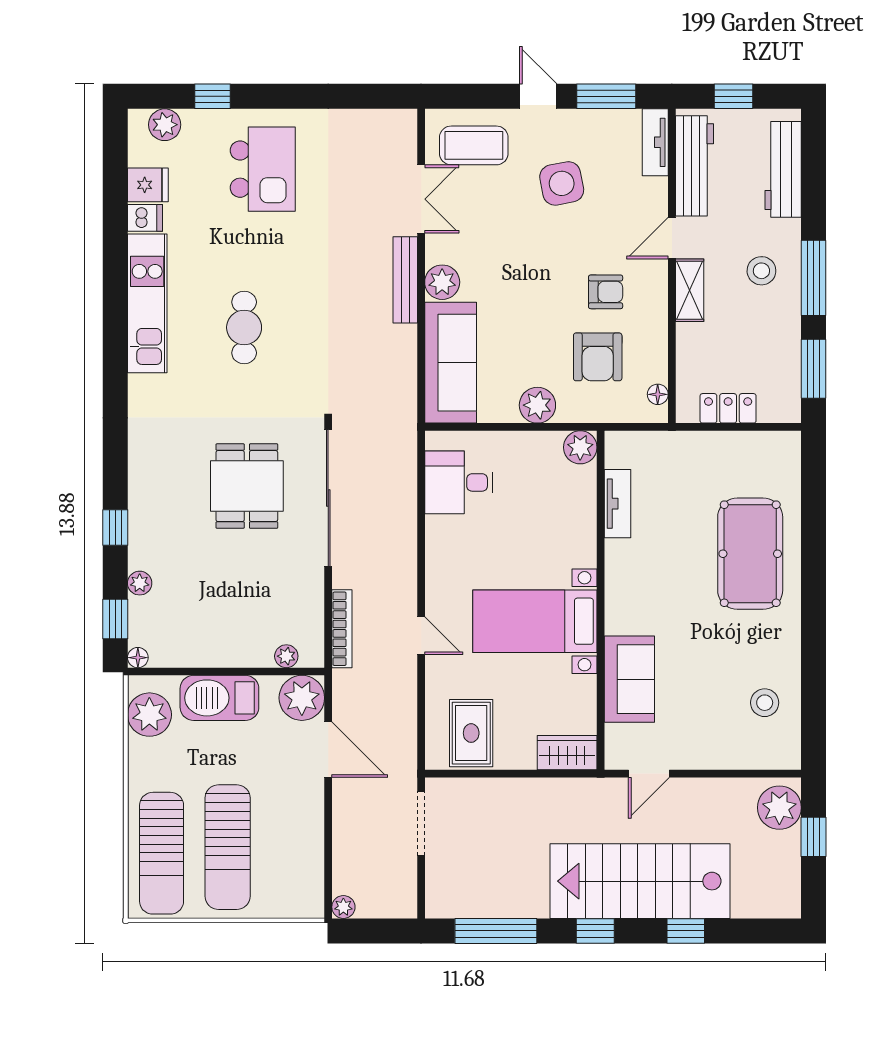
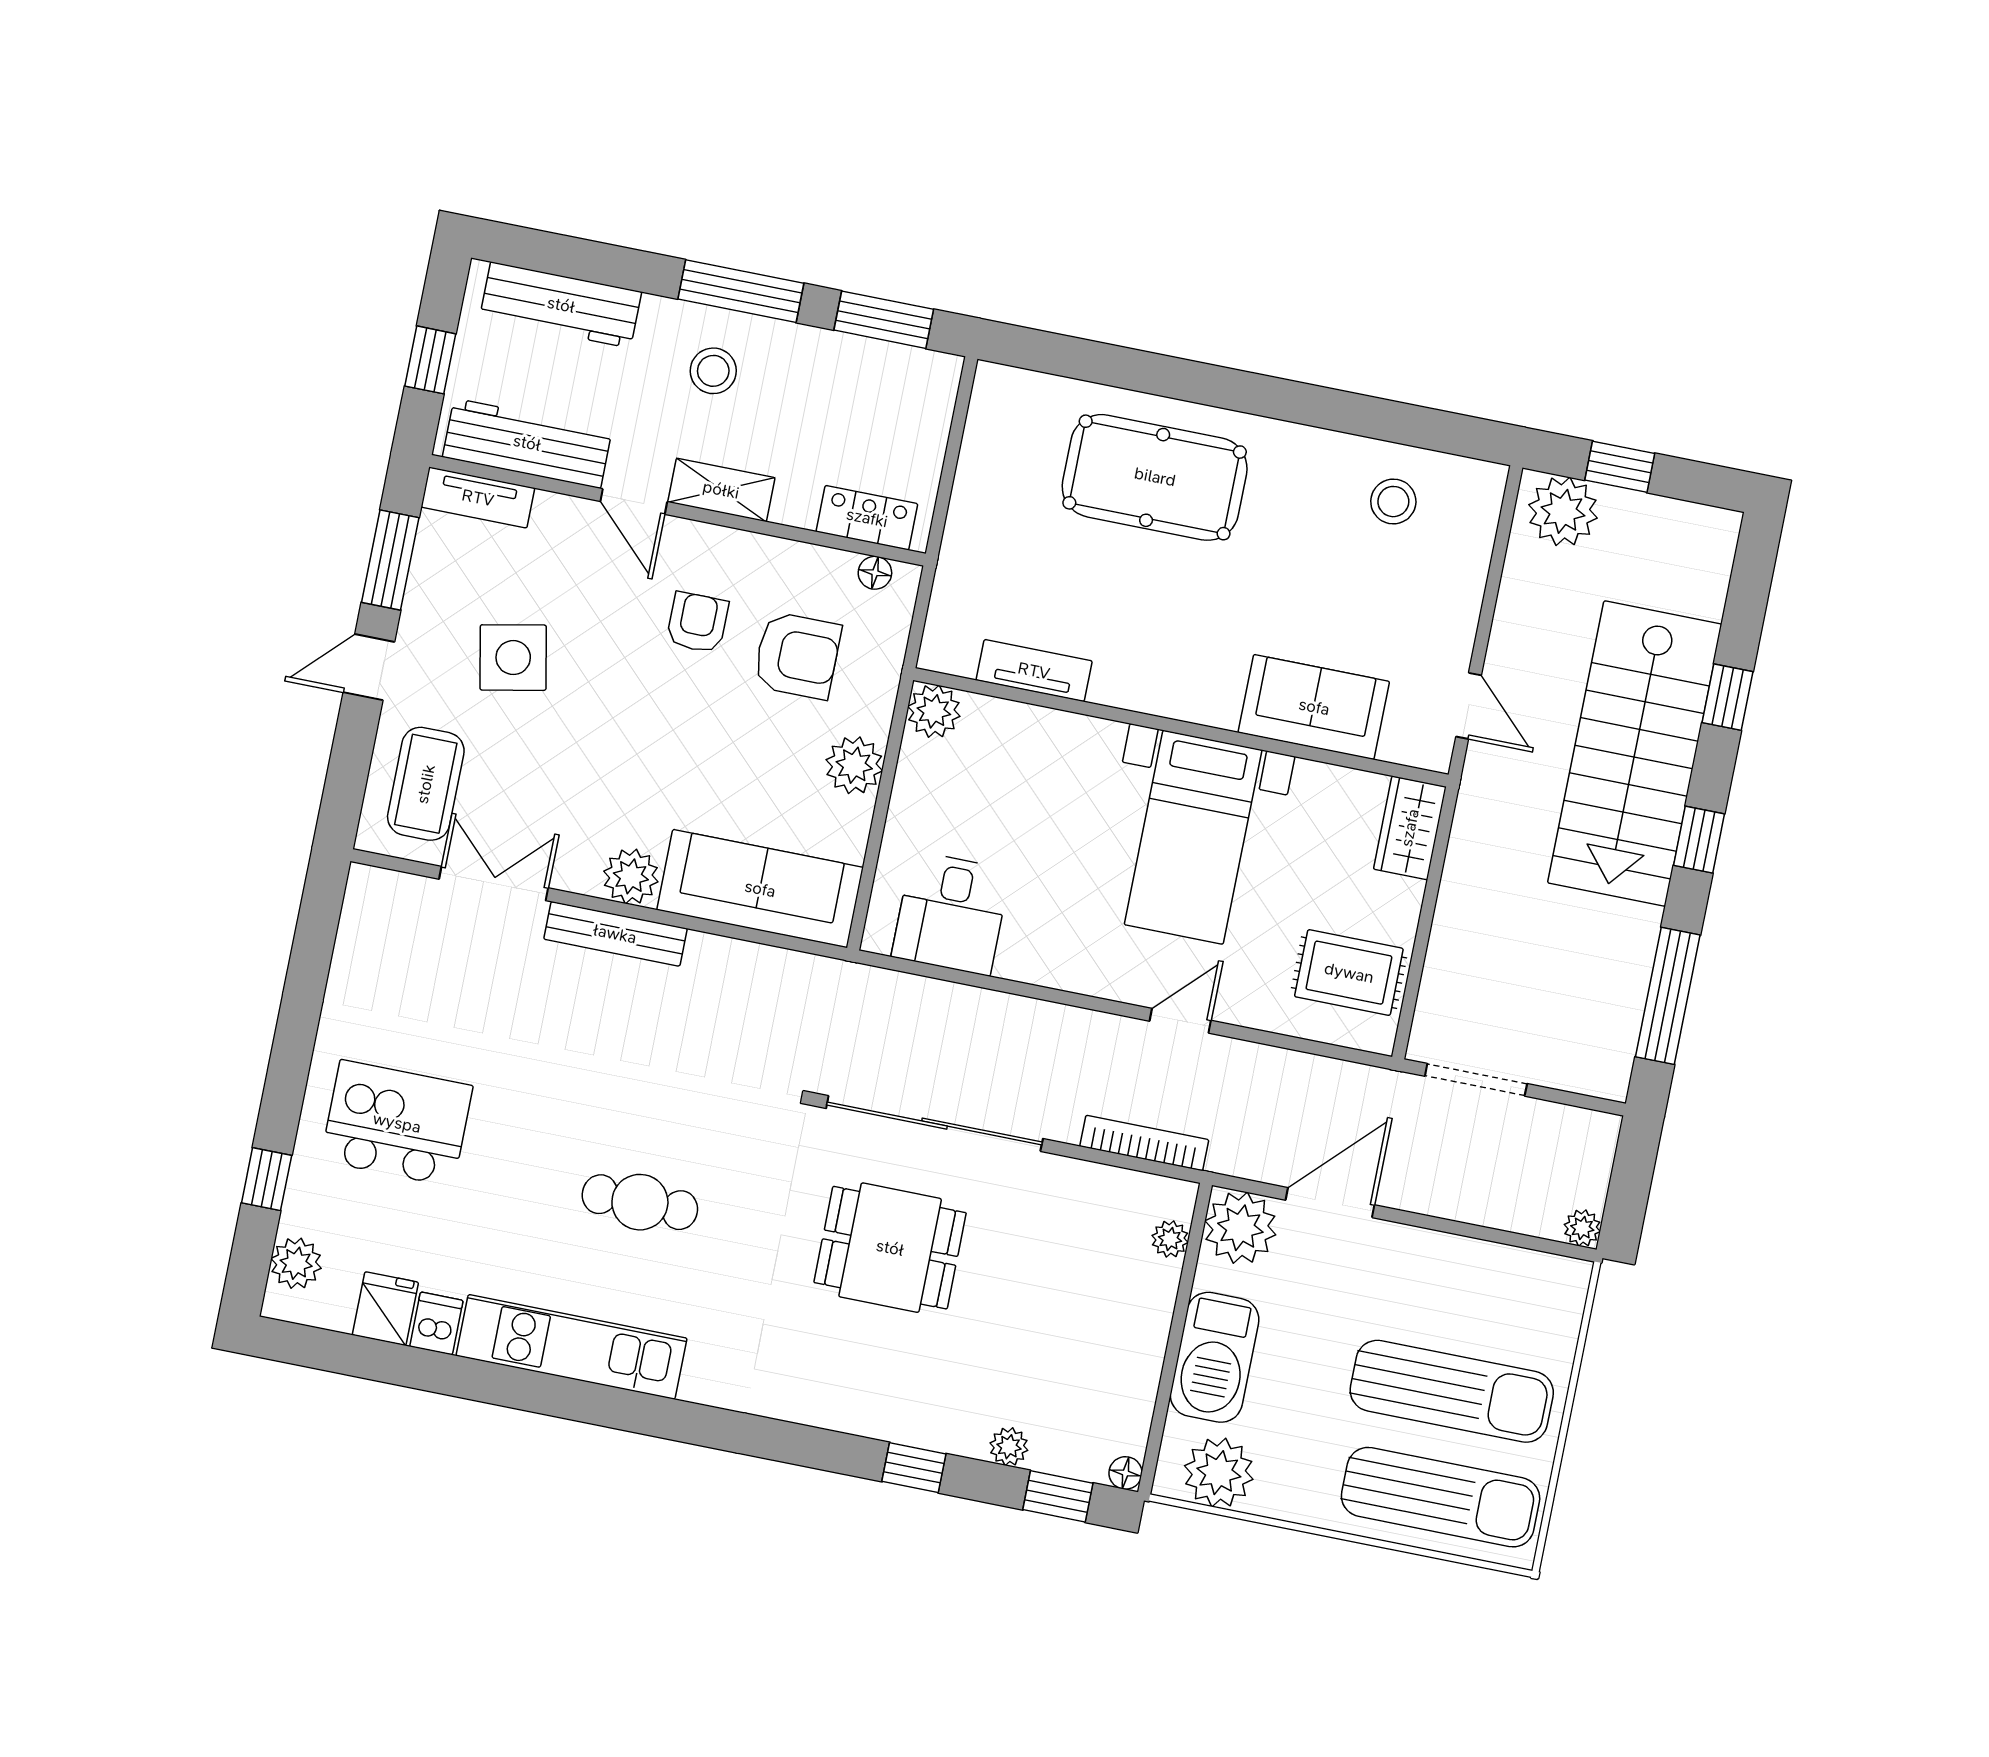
locker: (728, 408) -> (867, 518), moved, turned 90

